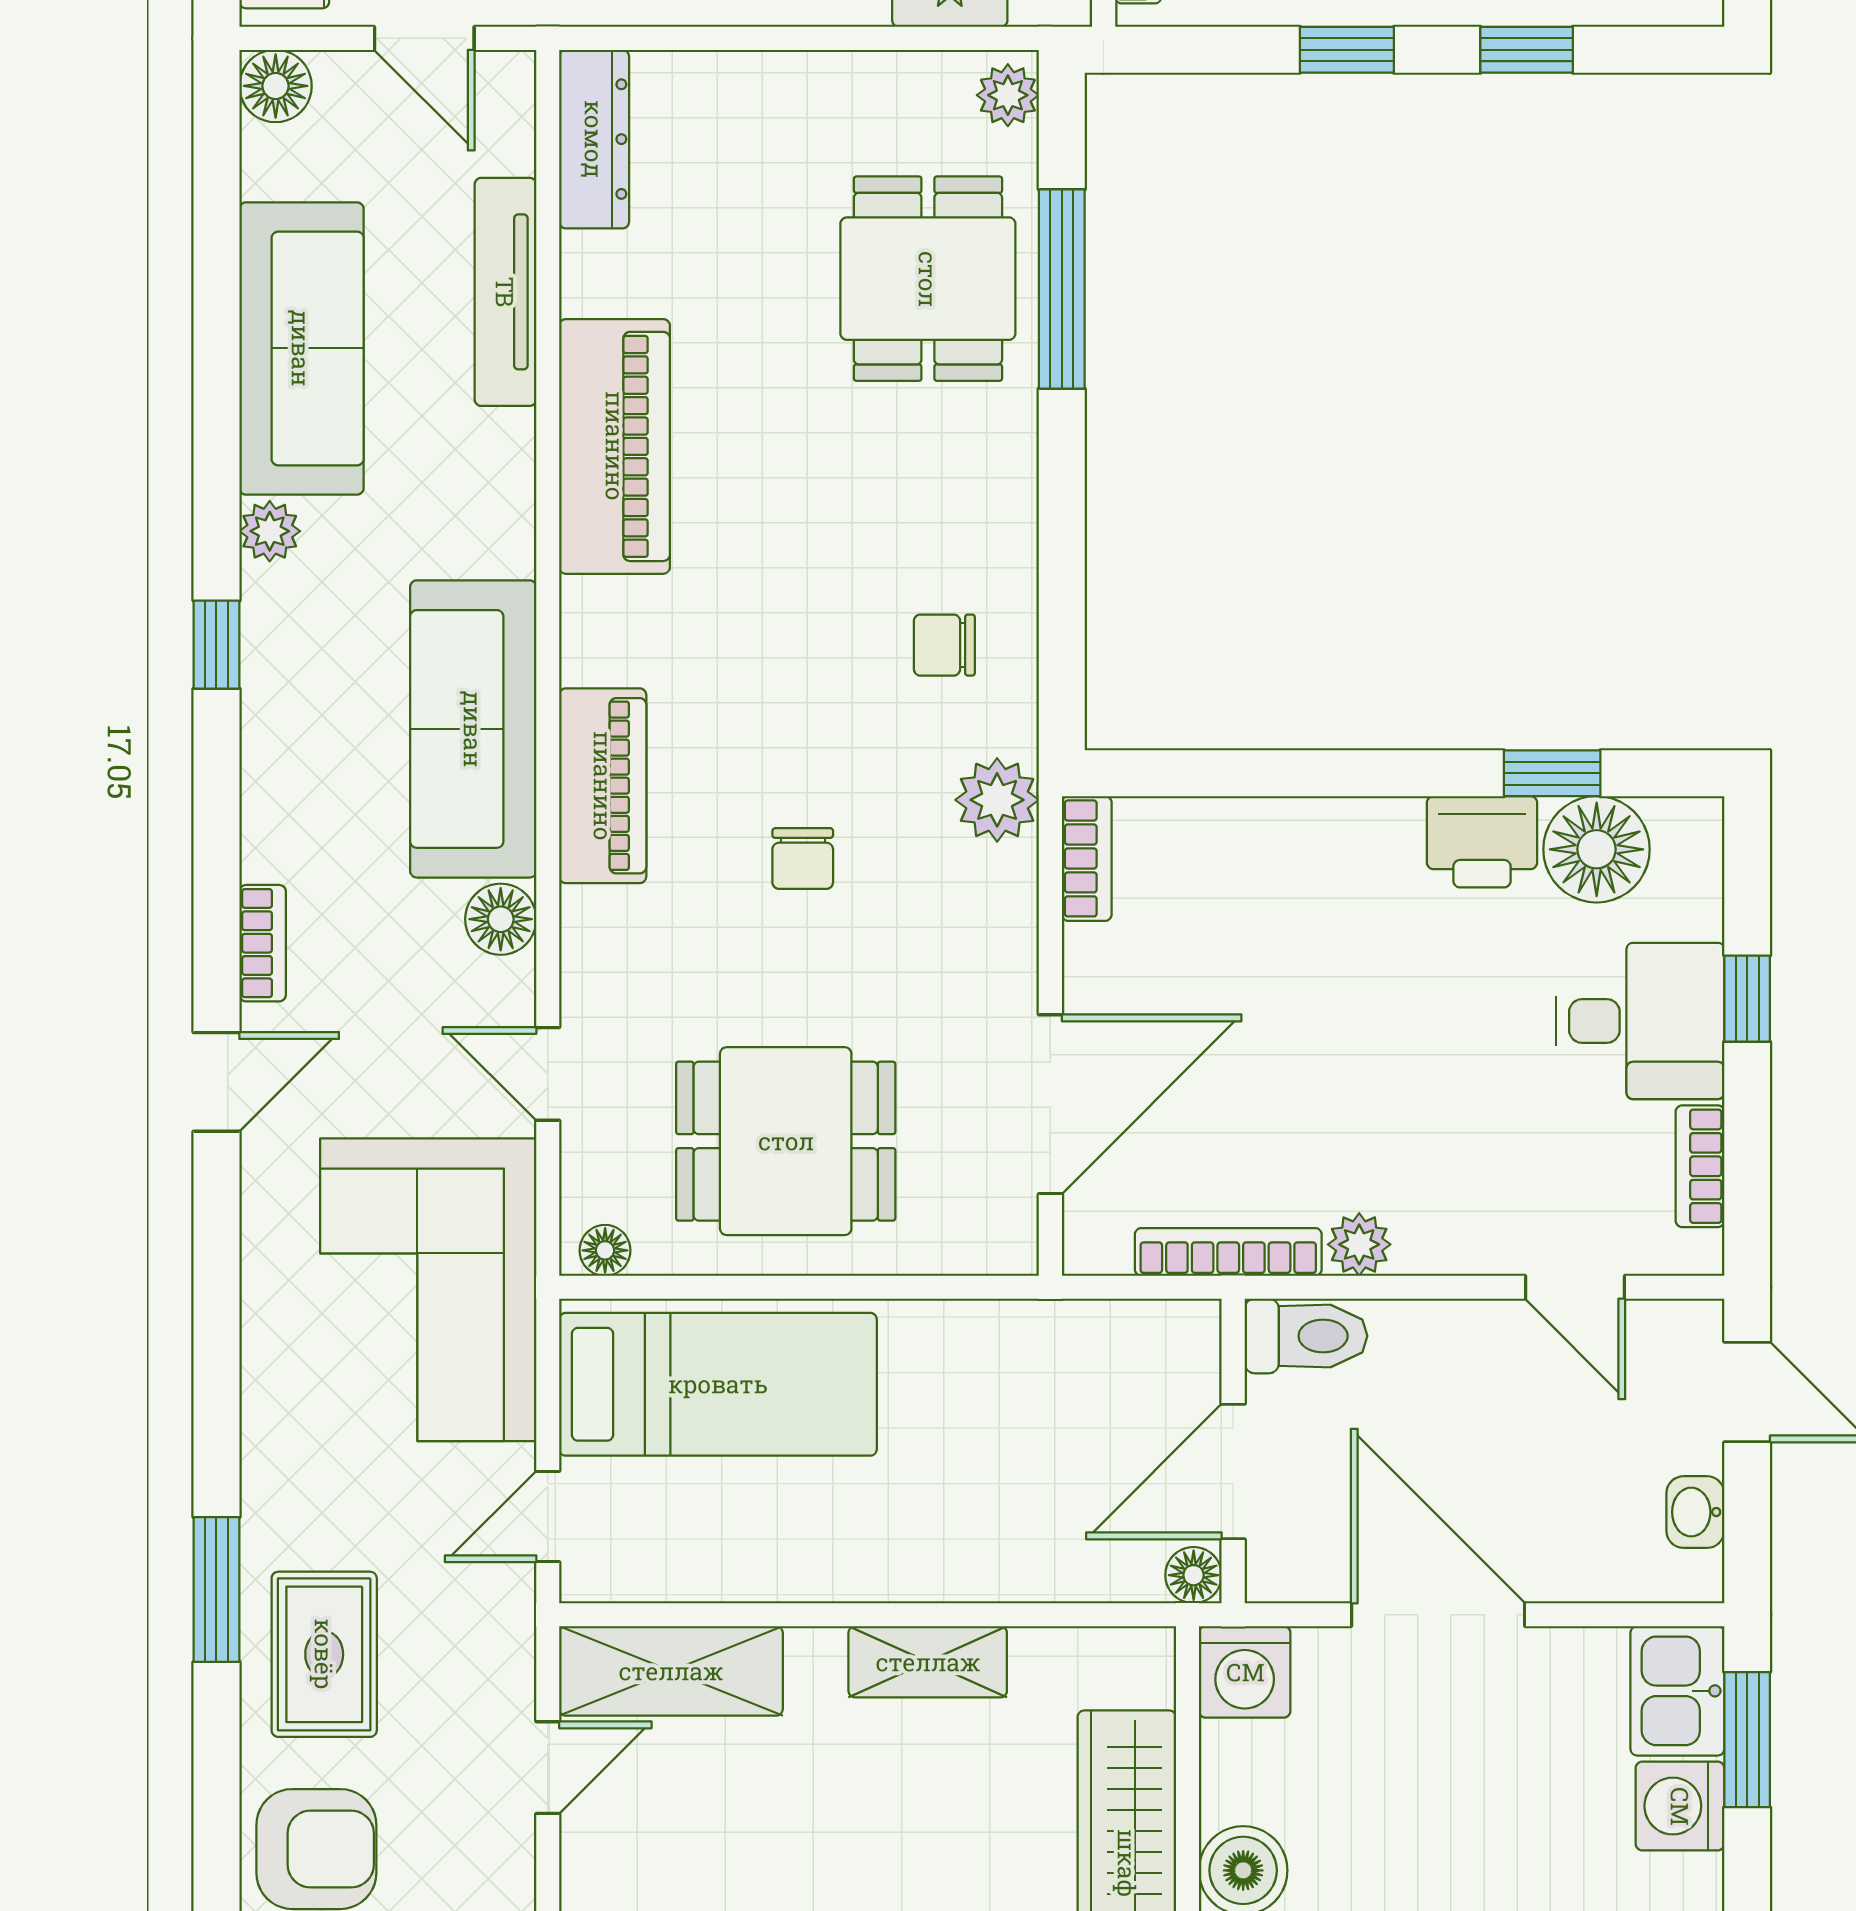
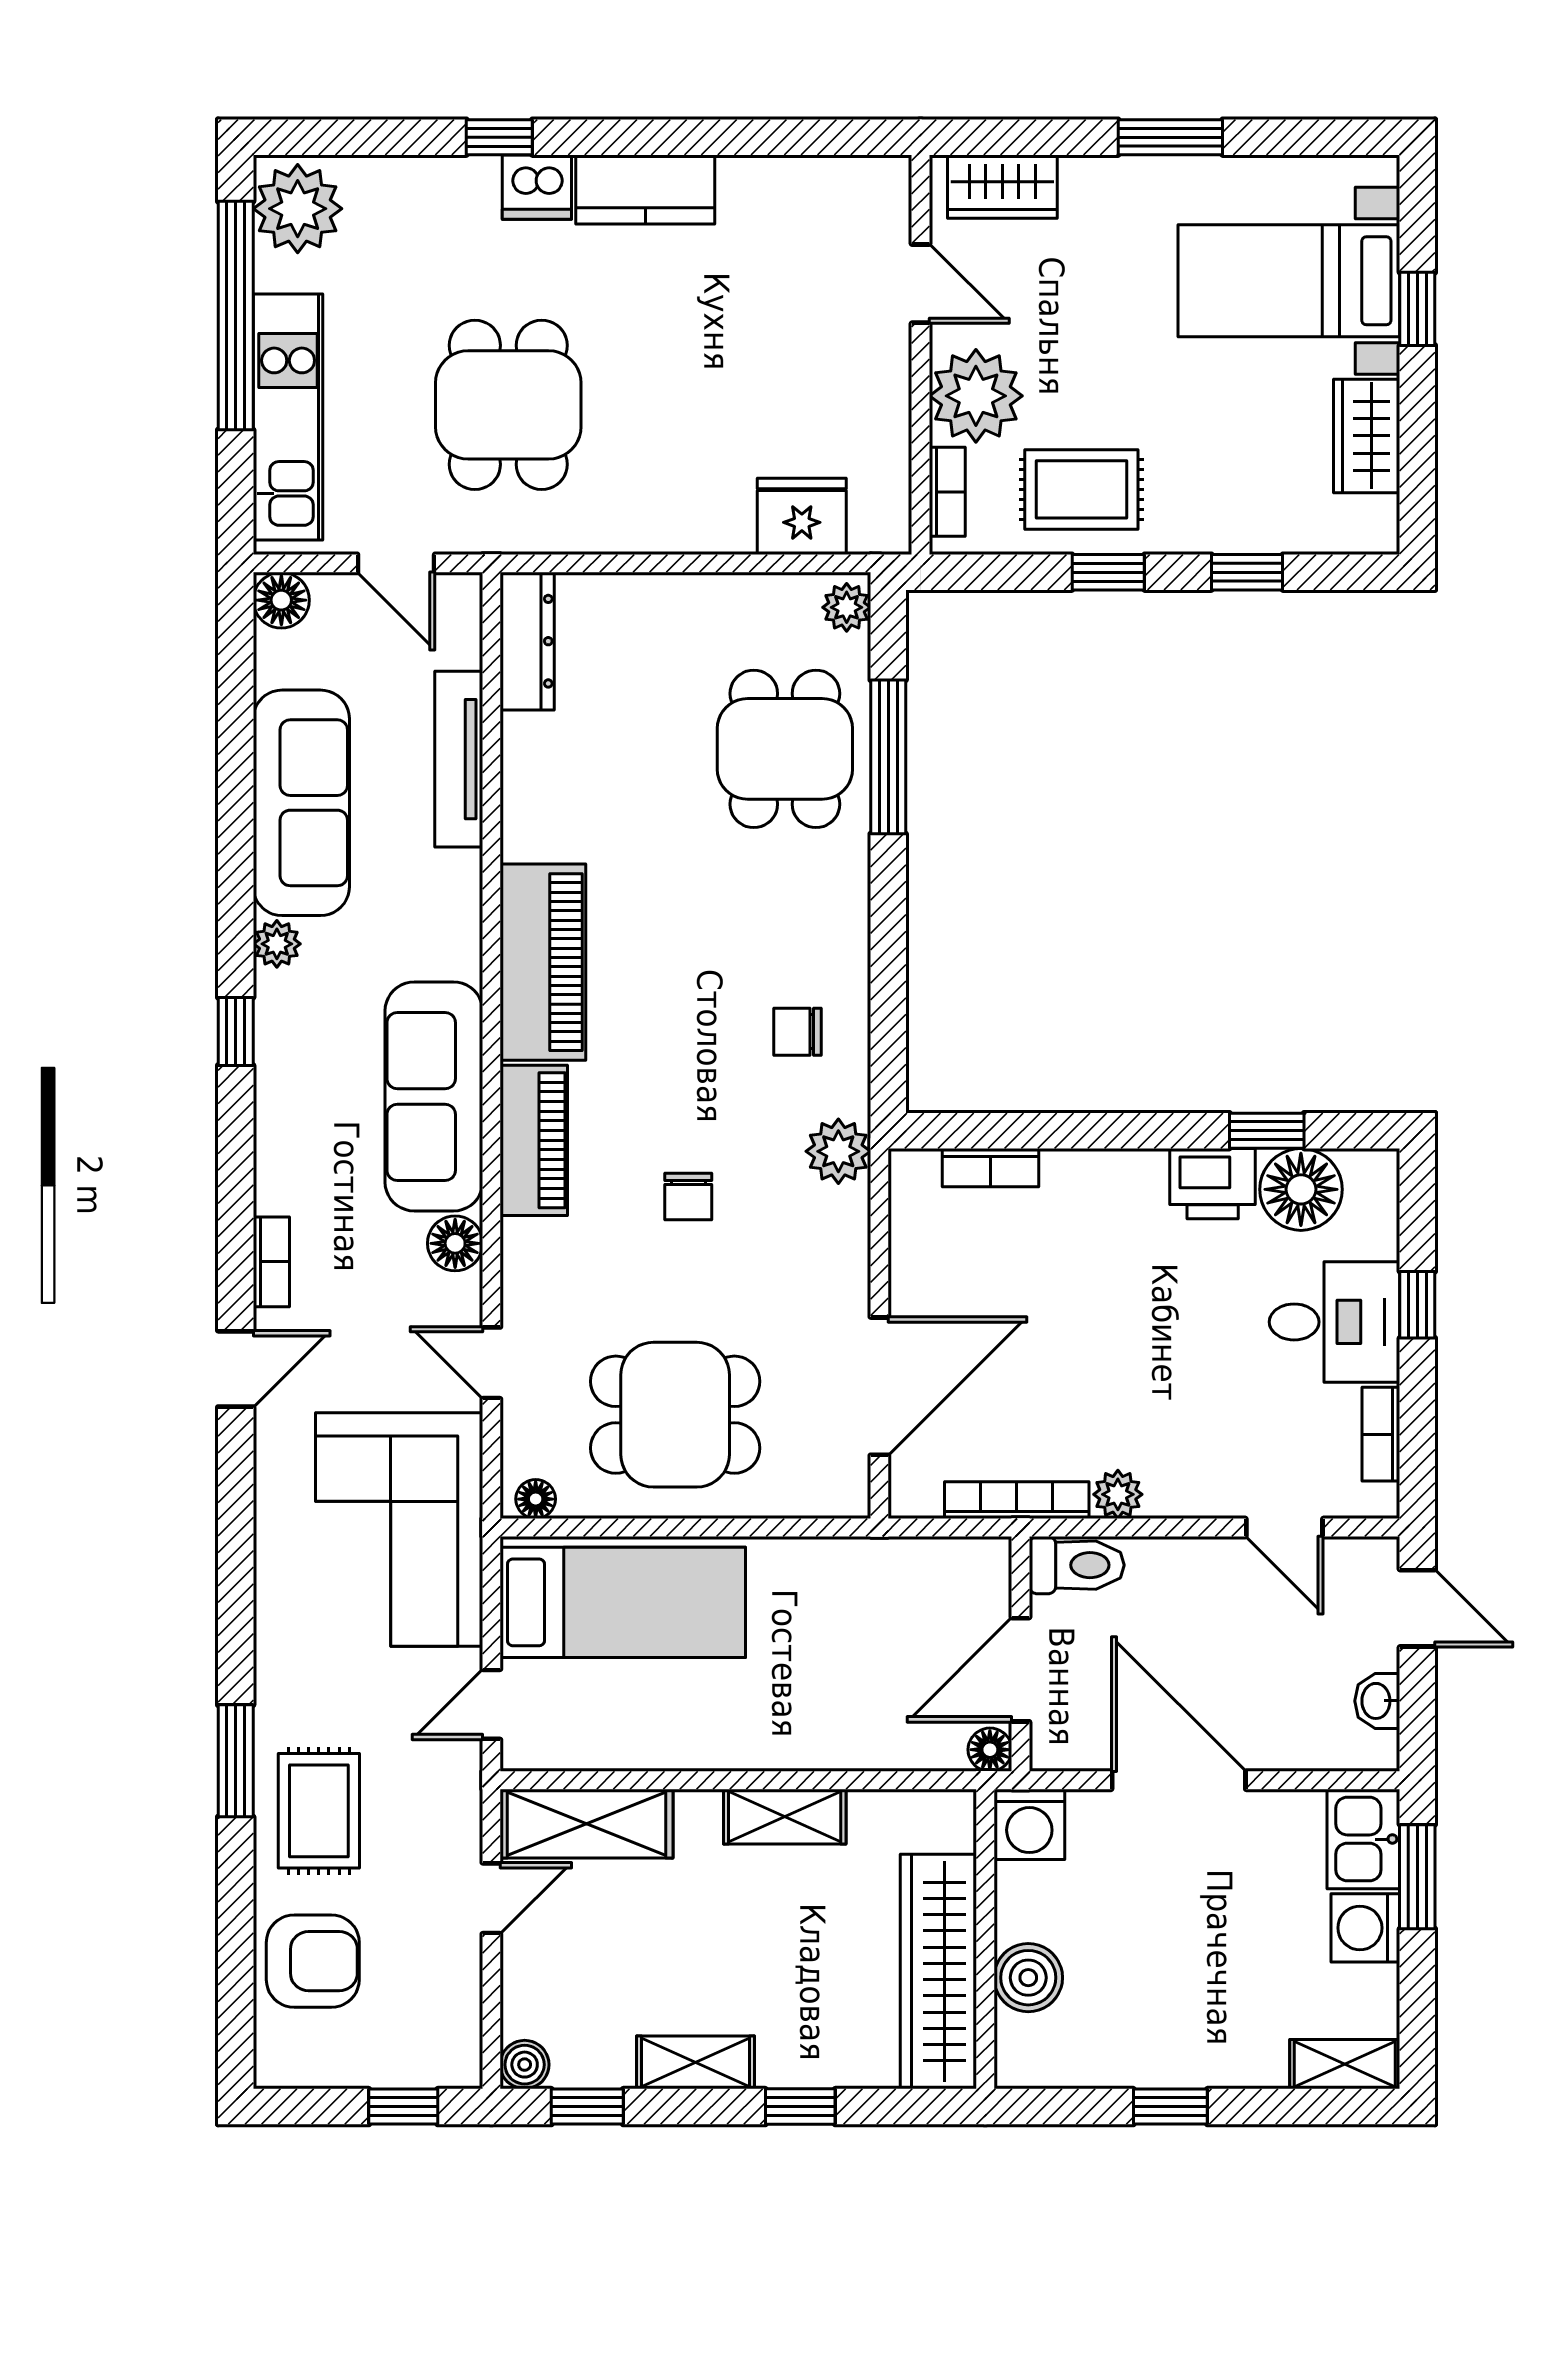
piano: (615, 446) -> (543, 962), moved
bookcase: (1087, 858) -> (991, 1168), moved, turned 90

